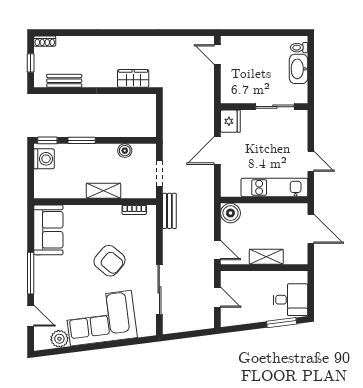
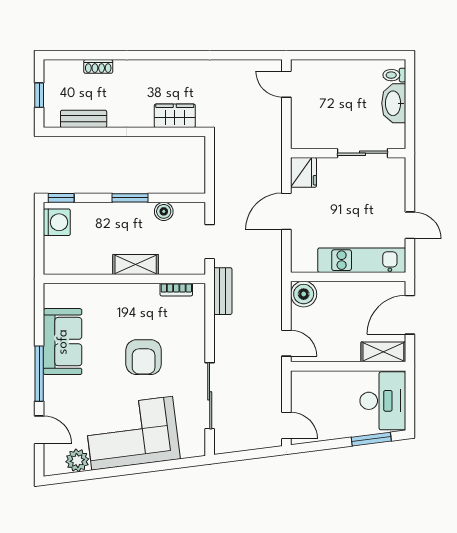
shoe rack: (45, 41) -> (98, 66), moved
window: (82, 140) -> (130, 198), moved
door: (311, 229) -> (410, 315), swing flipped
sofa: (48, 230) -> (63, 342), moved
shelving: (266, 257) -> (383, 352), moved
armchair: (110, 261) -> (144, 357), turned 50
door: (217, 297) -> (286, 426), moved
desk: (290, 300) -> (383, 401), width x1.37

